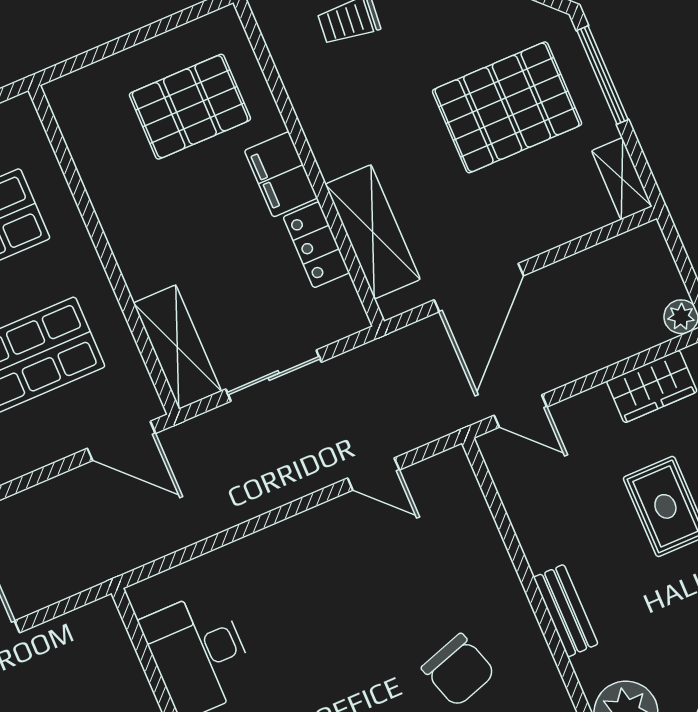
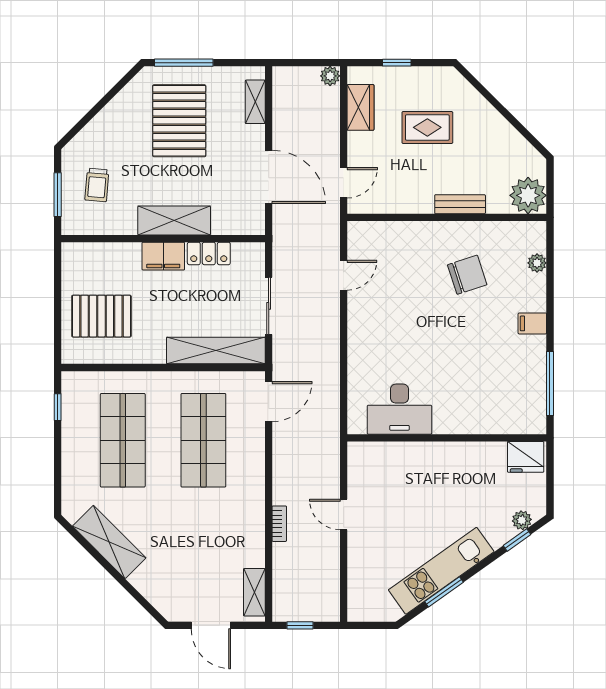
pallet: (190, 107) -> (101, 316), moved, turned 90
shelving: (622, 179) -> (255, 102), moved, turned 90
shelving: (373, 232) -> (174, 221), moved
shelving: (177, 347) -> (216, 351), width x1.47

